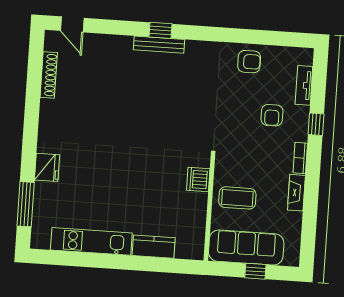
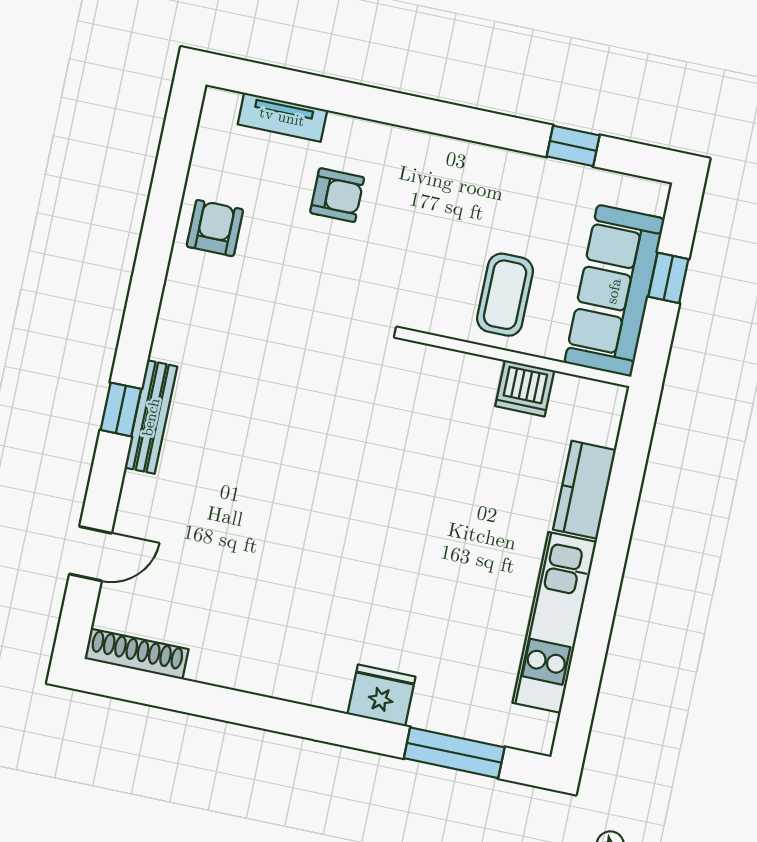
door: (72, 24) -> (91, 554), moved
shoe rack: (49, 75) -> (137, 654), moved
window: (316, 124) -> (573, 146), moved
bookcase: (300, 158) -> (438, 147), removed
dishwasher: (198, 179) -> (525, 388), moved
fireplace: (296, 193) -> (511, 166), removed

